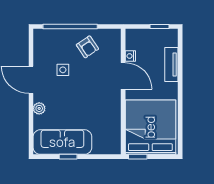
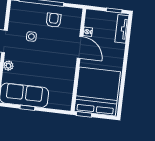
armchair: (87, 47) -> (54, 20), turned -146
tv unit: (171, 65) -> (122, 29), moved

